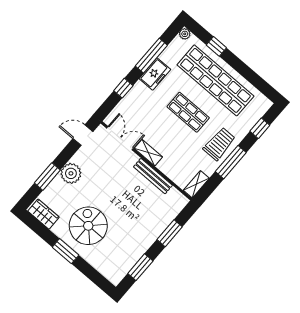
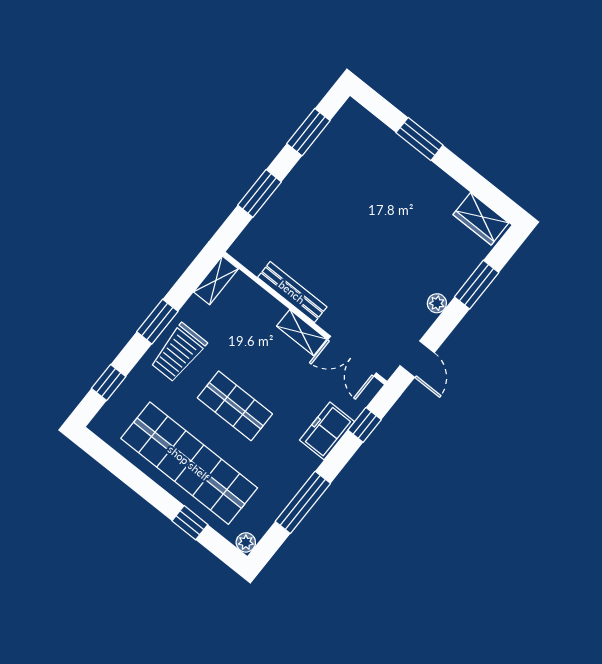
freezer: (155, 74) -> (327, 431), moved
window: (123, 88) -> (365, 425), moved
door: (83, 135) -> (417, 359), hinge flipped
window: (231, 162) -> (157, 322), width x0.69
plant: (71, 173) -> (437, 303), width x0.53, depth x0.53
spiral stairs: (88, 226) -> (402, 201), removed
window: (65, 251) -> (420, 139), moved

